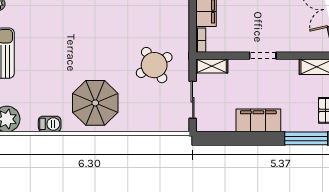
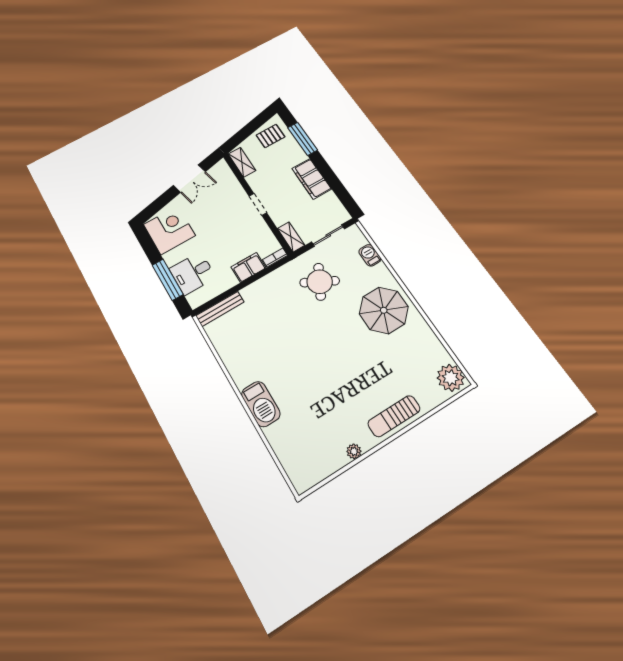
round table: (154, 65) -> (320, 282), turned -31
barbecue: (50, 124) -> (370, 255), moved

